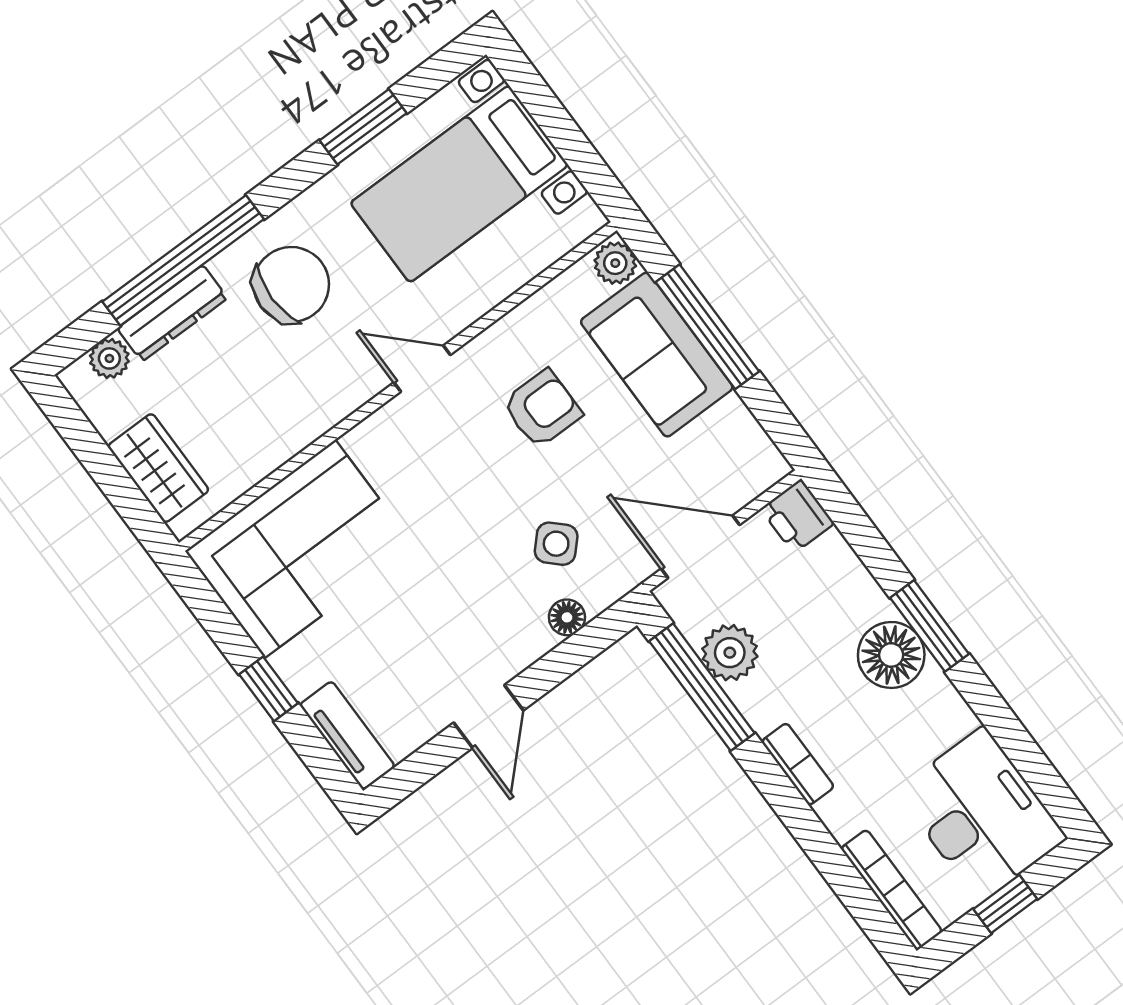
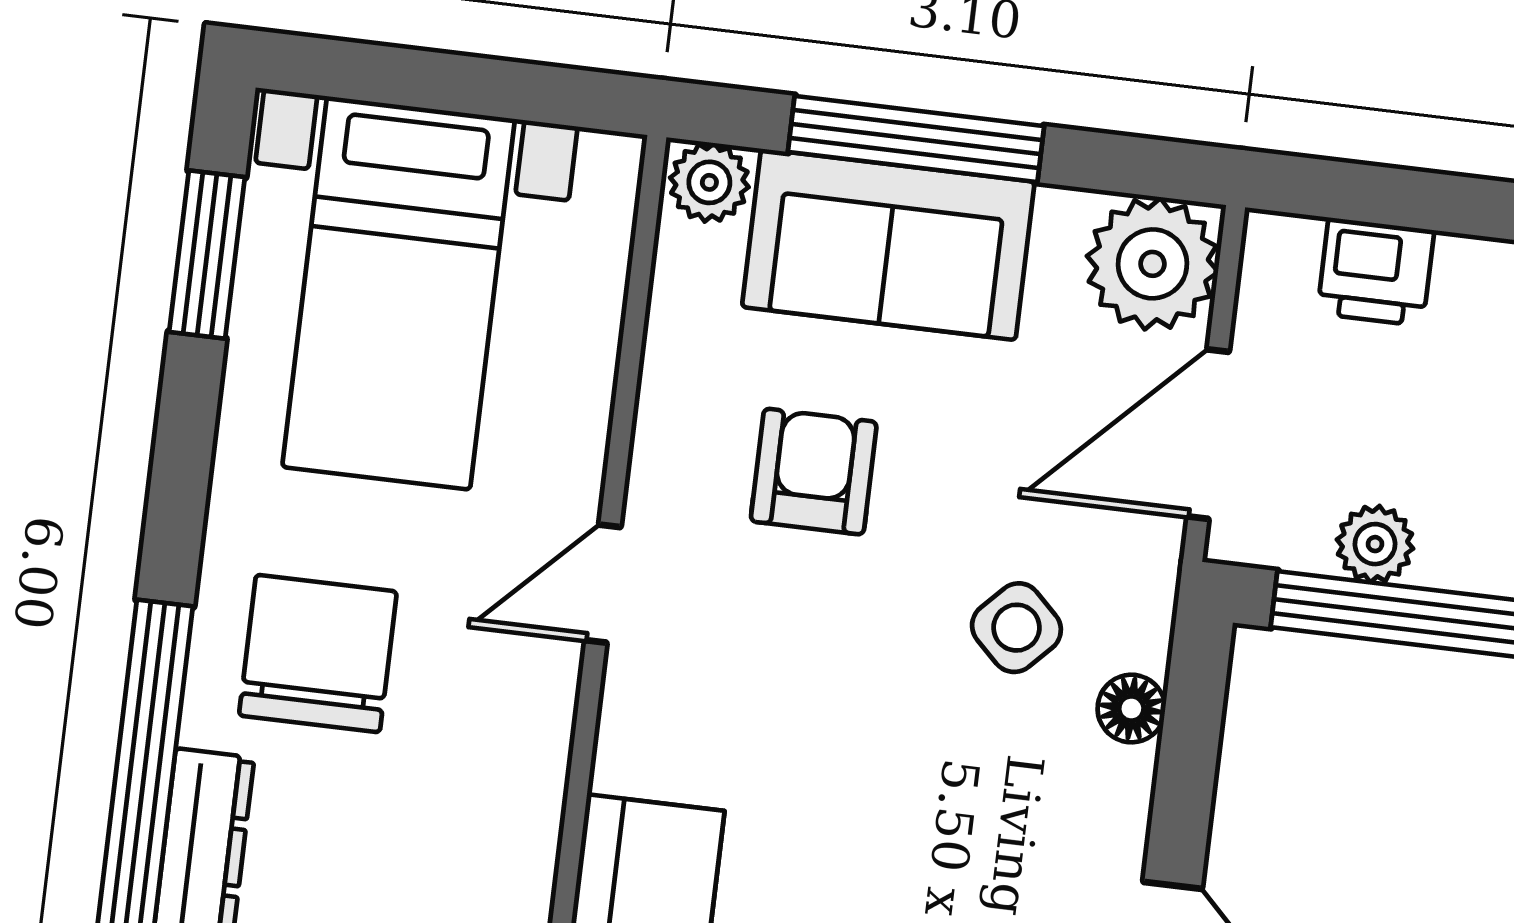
window: (363, 127) -> (207, 254), moved
plant: (746, 463) -> (1153, 264), added
printer: (797, 516) -> (1376, 272), moved
plant: (730, 653) -> (1375, 544), width x0.73, depth x0.73

